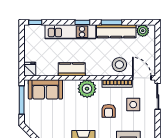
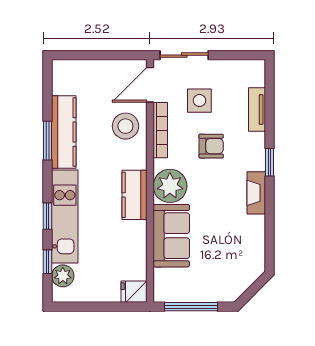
window: (35, 22) -> (47, 262), moved
window: (82, 22) -> (47, 216), moved
plant: (143, 31) -> (63, 276), moved
kitchen counter: (72, 69) -> (134, 195), moved
sofa: (45, 89) -> (171, 236), moved

